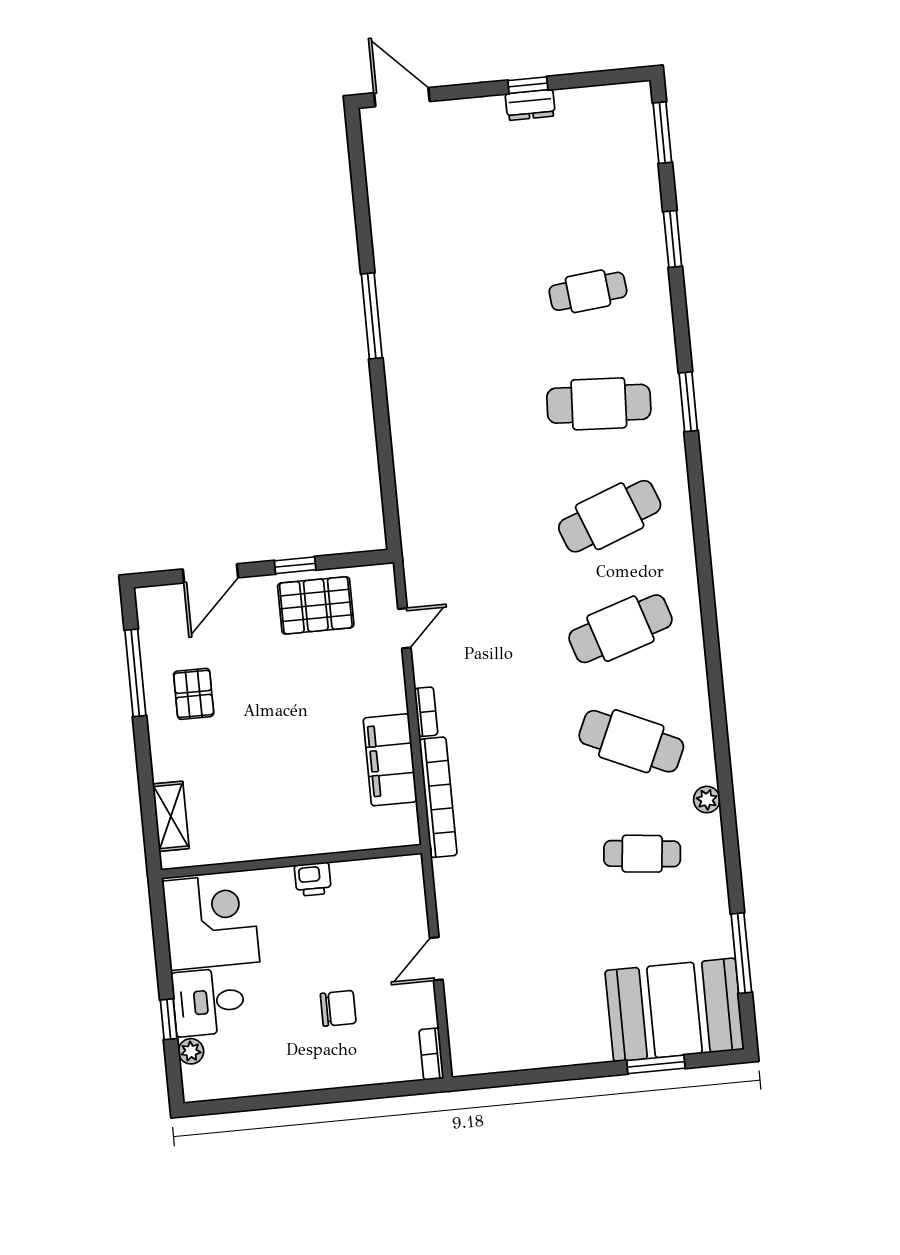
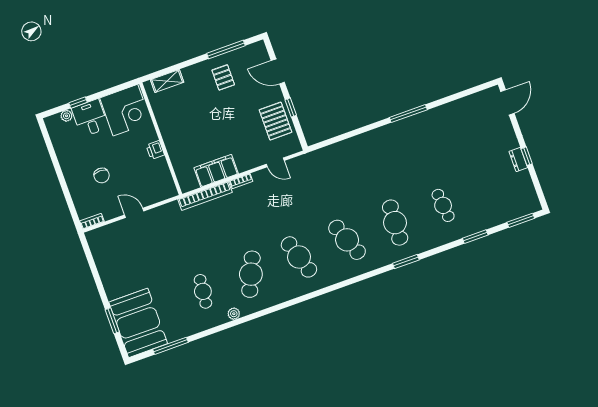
pallet: (194, 694) -> (223, 77), turned 90

